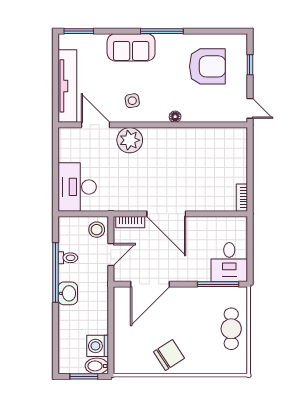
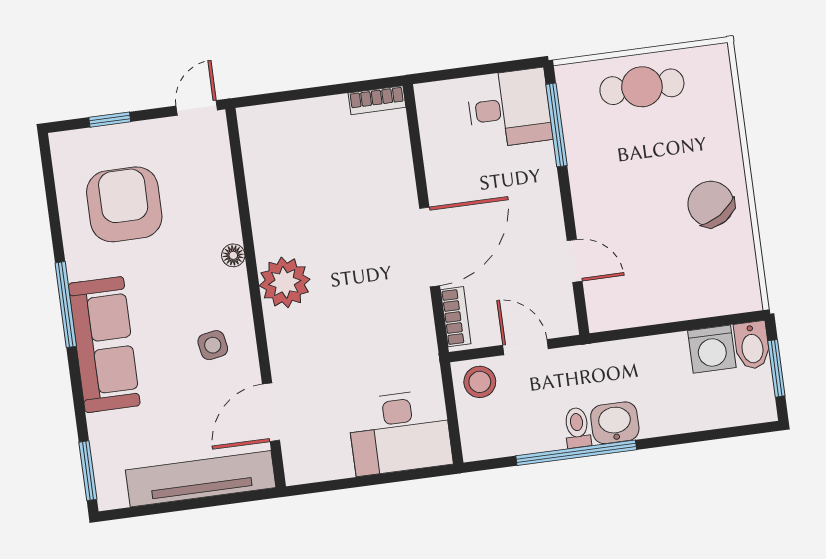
sofa: (131, 47) -> (104, 345), width x1.36
plant: (130, 140) -> (285, 282), moved
toilet: (68, 258) -> (577, 428), moved
door: (150, 284) -> (575, 261), width x0.53

